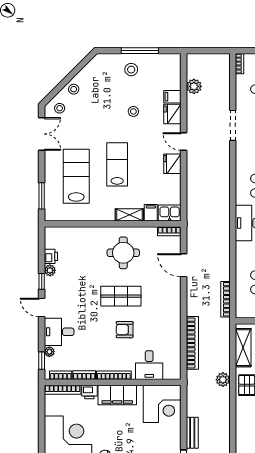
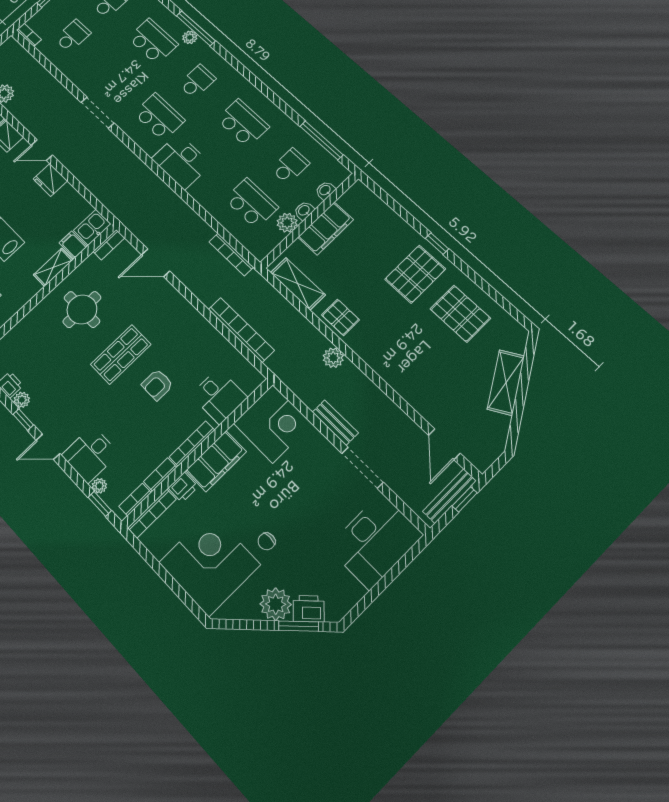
doorway: (233, 125) -> (98, 113), moved
plant: (223, 380) -> (333, 358), moved

